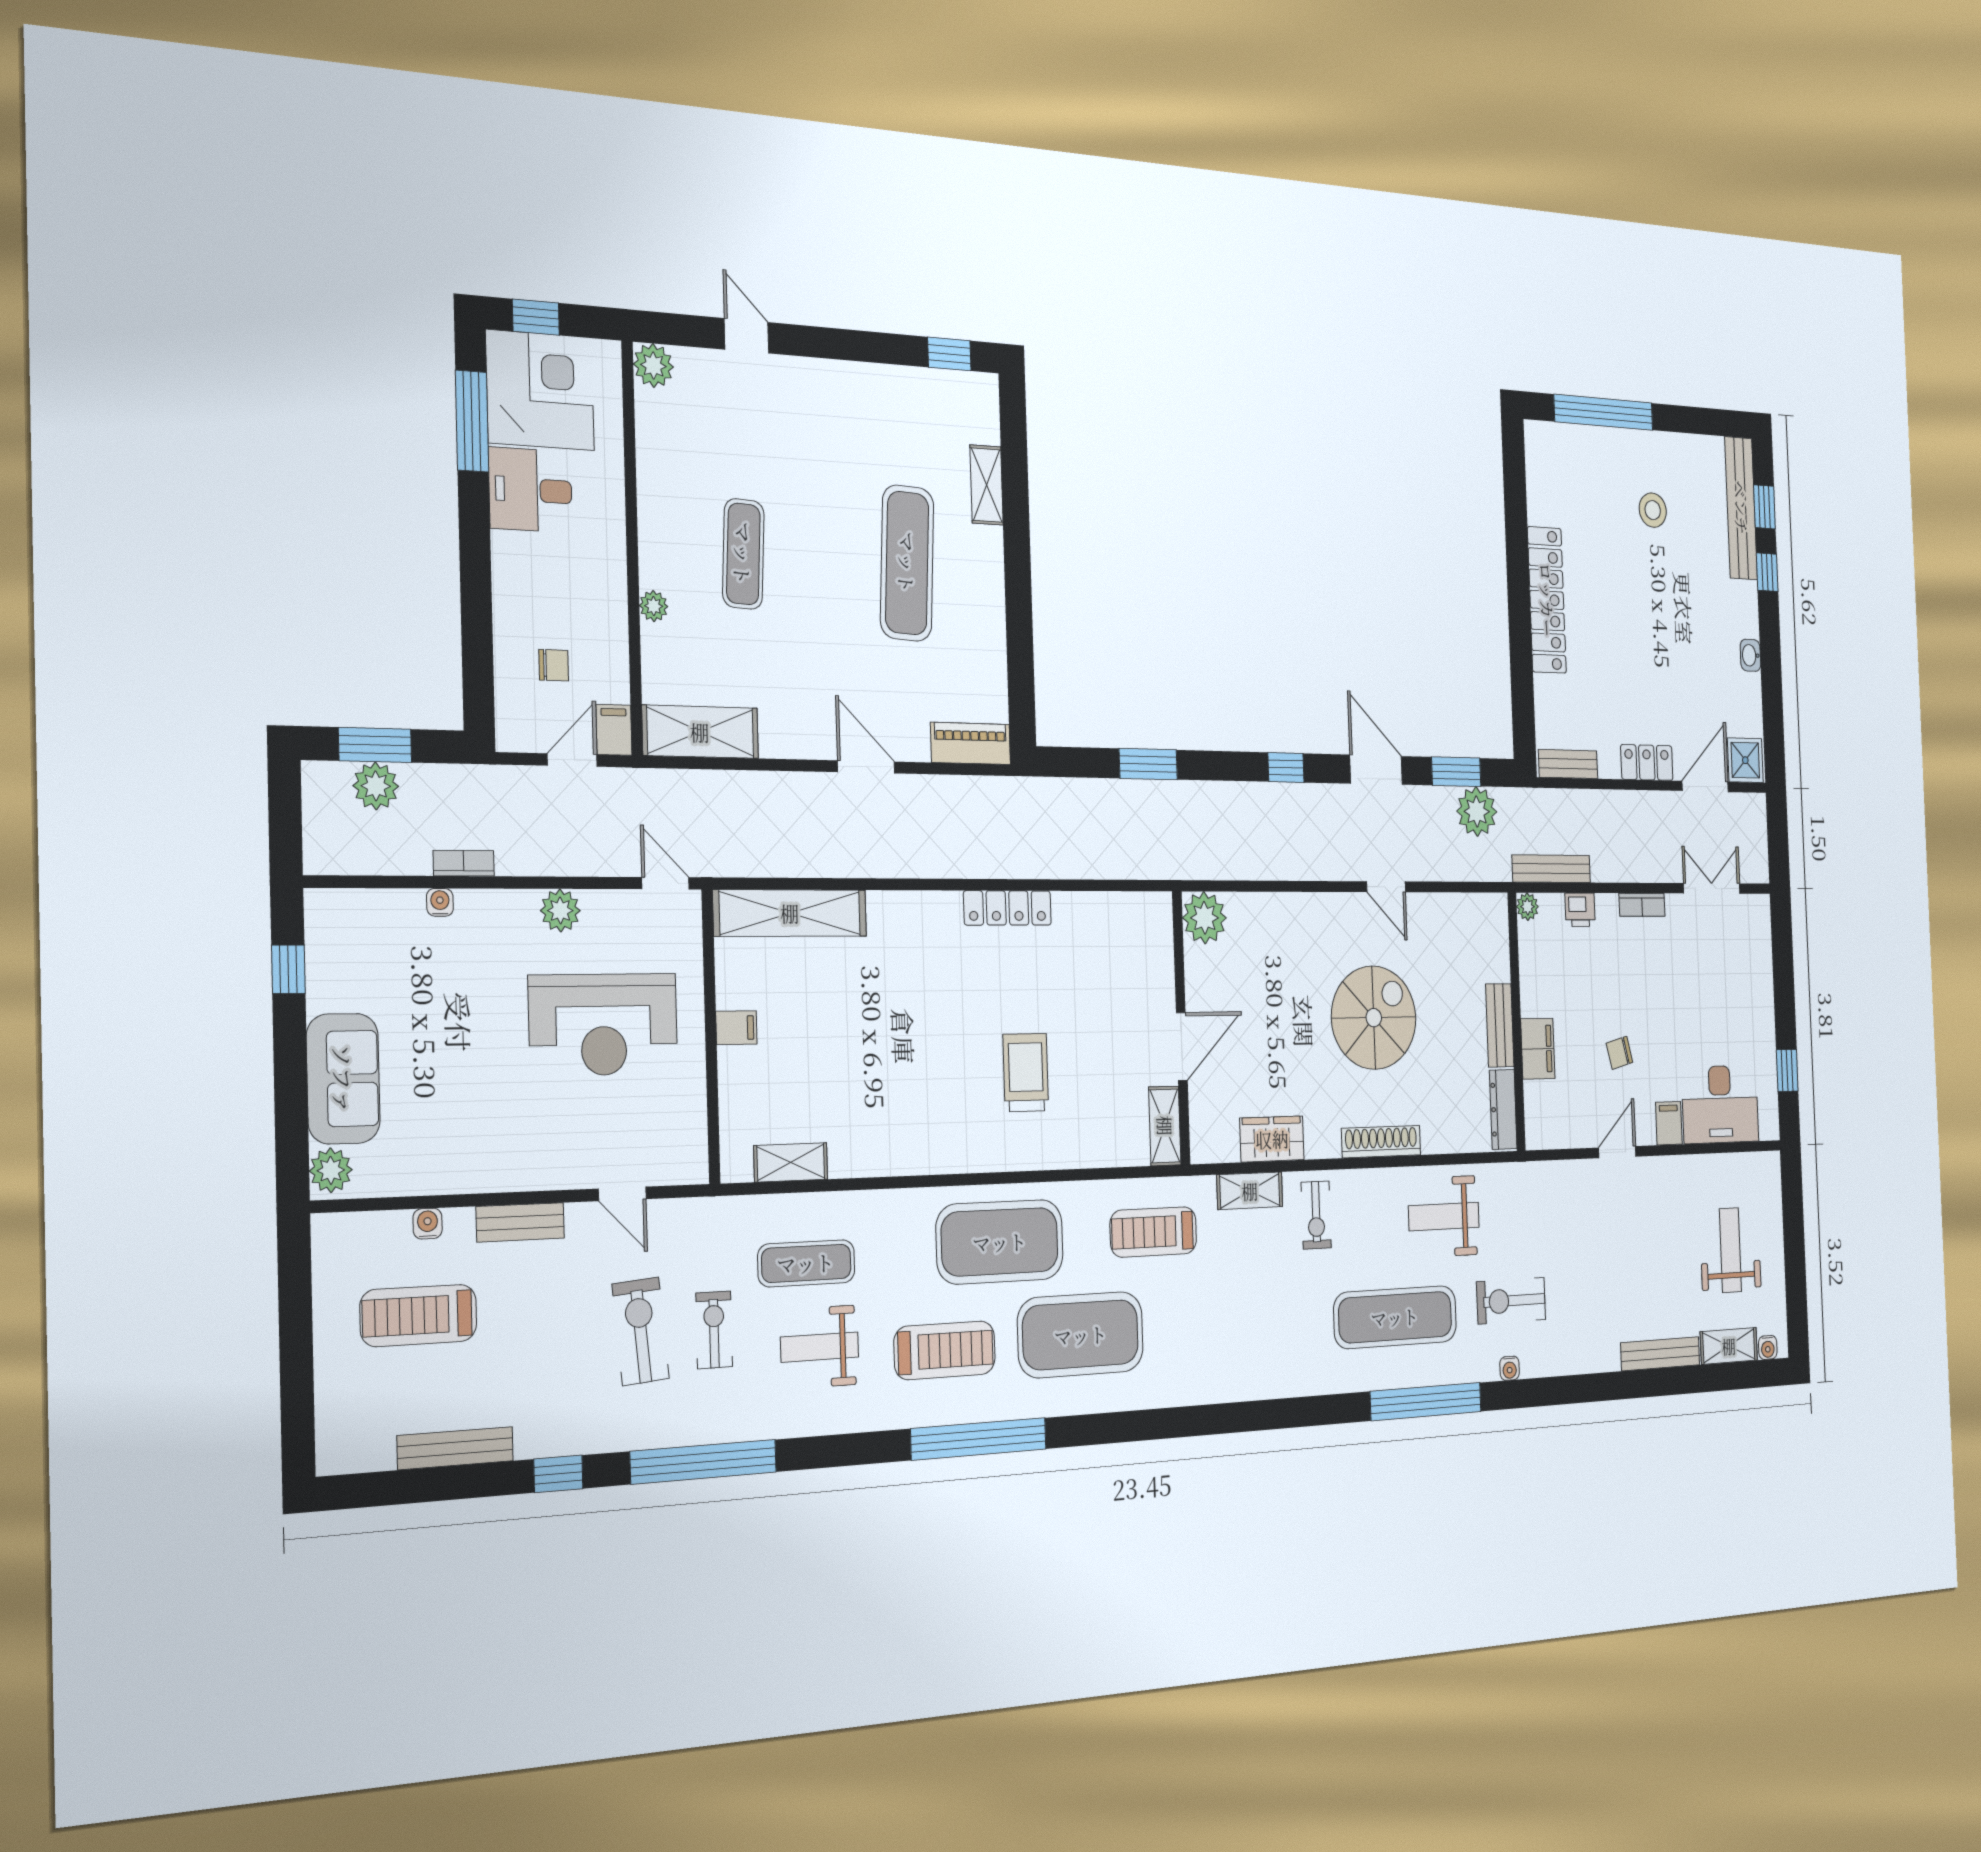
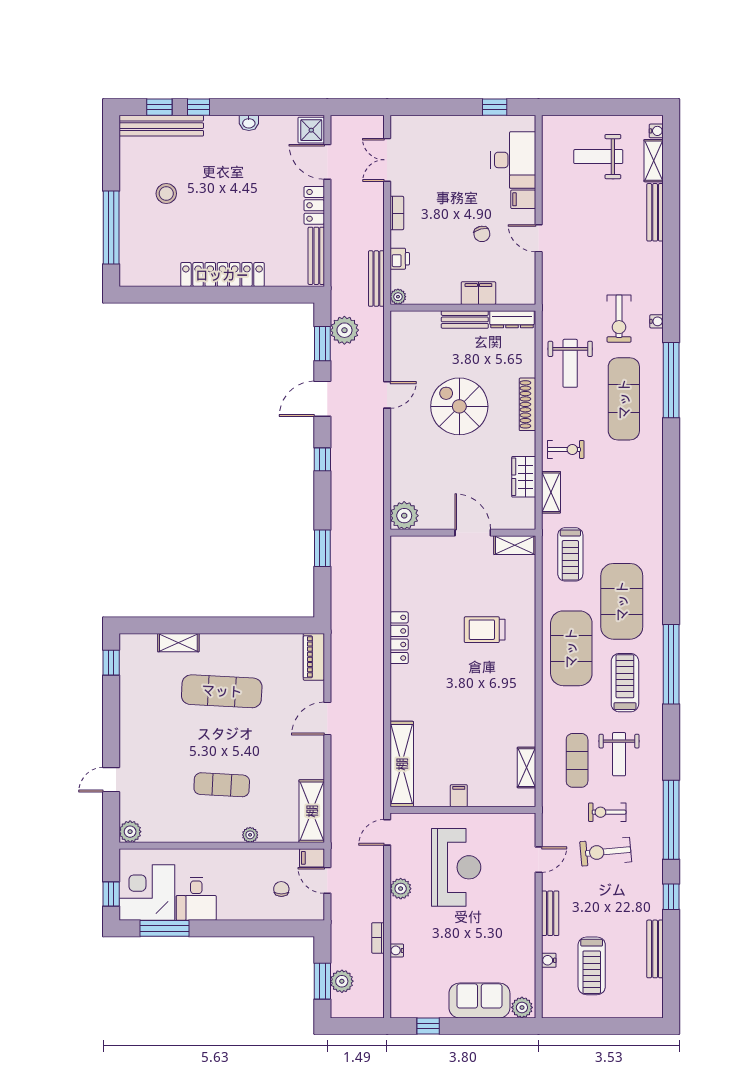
bench: (1568, 764) -> (316, 256), width x1.36

